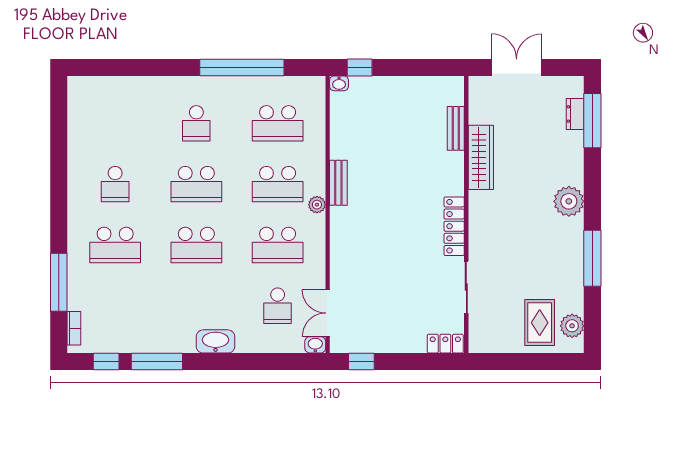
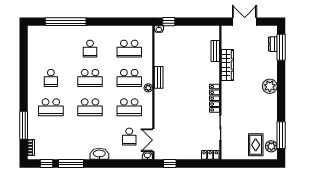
window: (242, 67) -> (66, 22), moved
window: (592, 258) -> (281, 135), moved

